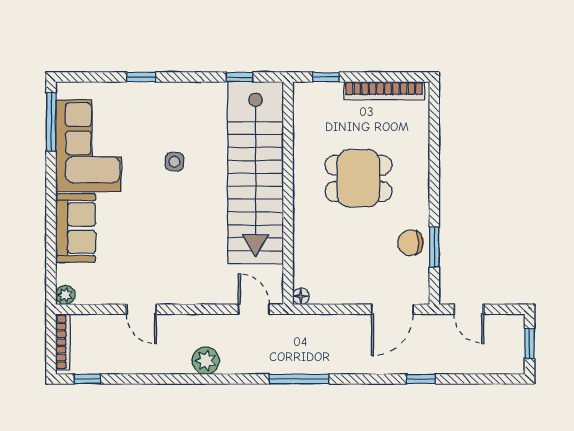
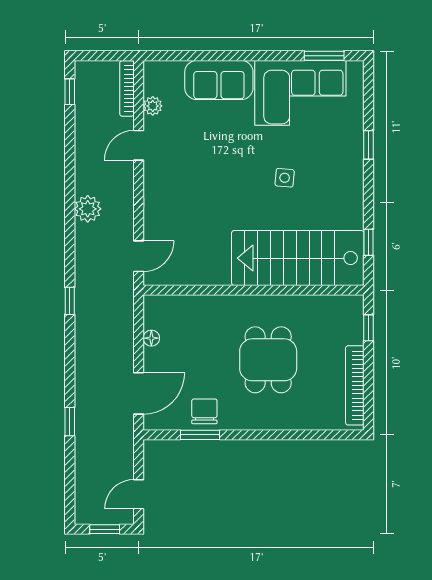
window: (51, 122) -> (324, 56), width x0.69
stairs: (256, 173) -> (298, 258), width x0.73
plant: (65, 295) -> (153, 106), moved
floor lamp: (301, 296) -> (151, 338), moved
door: (392, 309) -> (139, 393), swing flipped
door: (469, 309) -> (139, 494), moved
bookcase: (63, 342) -> (127, 88), moved, turned 90
window: (299, 379) -> (70, 301), width x0.46

